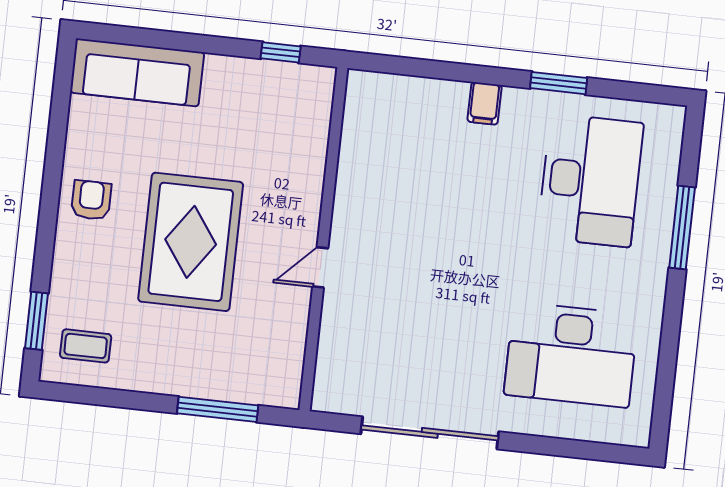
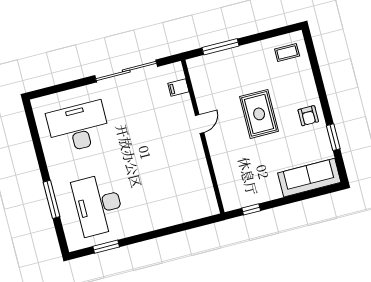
window: (559, 83) -> (106, 247), moved
filing cabinet: (485, 103) -> (178, 87), moved, turned -90
rug: (191, 242) -> (259, 114), width x0.73, depth x0.69
window: (36, 321) -> (333, 137), moved

